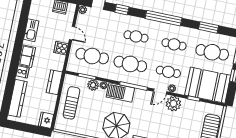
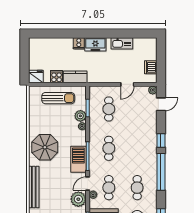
window: (122, 9) -> (161, 140), moved
cafe table: (136, 36) -> (137, 148), removed
cooker: (61, 48) -> (57, 77), moved
cafe table: (92, 56) -> (109, 109), width x0.73, depth x0.74
cafe table: (130, 64) -> (109, 148), width x0.73, depth x0.74
door: (160, 92) -> (88, 183), hinge flipped
barbecue: (120, 93) -> (78, 159), moved
kitchen counter: (18, 98) -> (52, 44), removed

